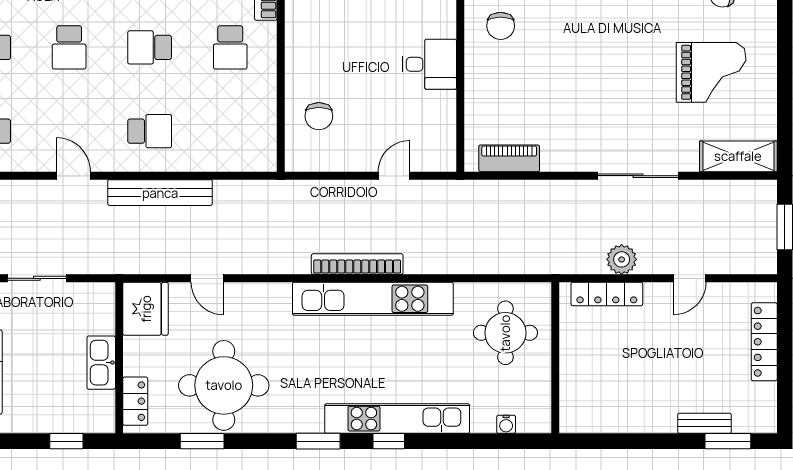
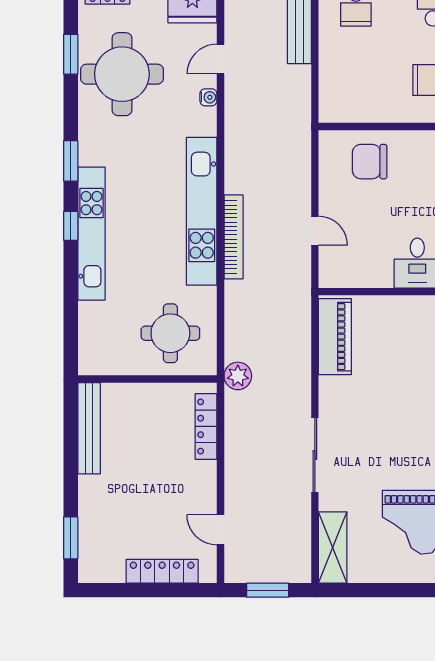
chair: (319, 116) -> (370, 162), width x1.37, depth x1.37
piano: (509, 158) -> (335, 337), width x1.37, depth x1.33
plant: (622, 259) -> (238, 376), moved
bookcase: (357, 264) -> (234, 237), moved
door: (690, 278) -> (220, 530), moved
bench: (704, 423) -> (89, 428), moved, width x1.86, depth x1.21
water cooler: (506, 424) -> (208, 97), moved, turned 180

